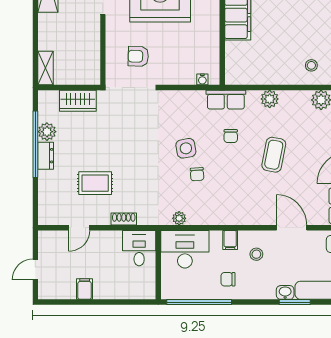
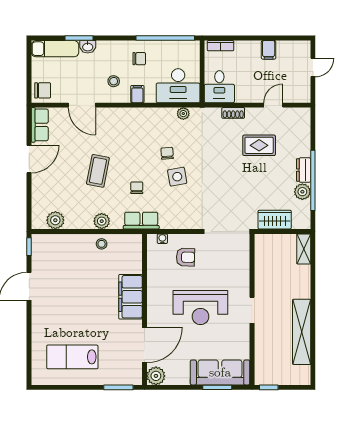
armchair: (138, 56) -> (186, 257), moved
stool: (311, 65) -> (102, 244), moved
bookcase: (138, 294) -> (221, 46), added

